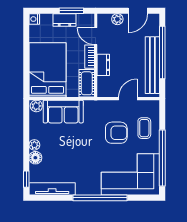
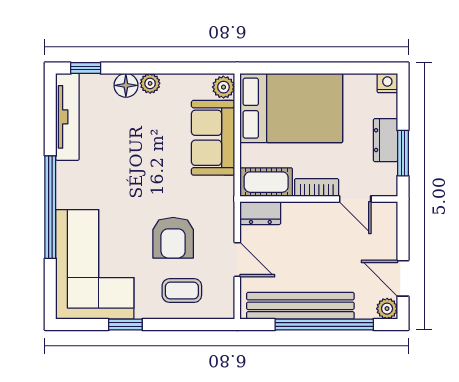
plant: (117, 19) -> (387, 309), moved
door: (96, 36) -> (355, 199), swing flipped
dresser: (103, 65) -> (260, 213), moved
window: (162, 158) -> (125, 324), width x0.32

